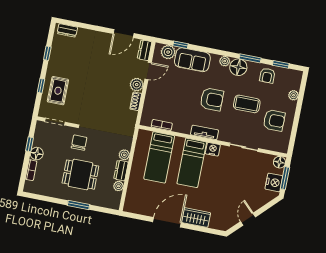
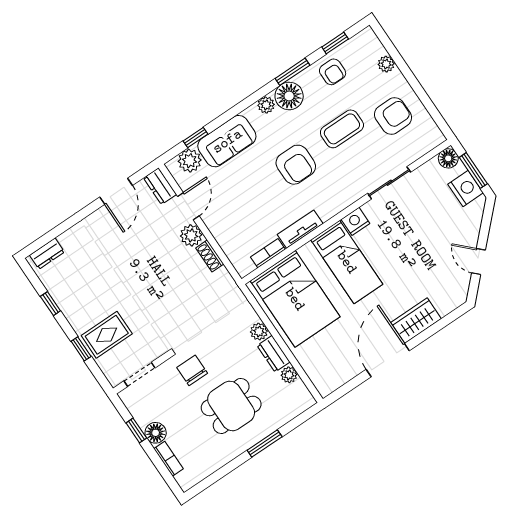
rug: (58, 91) -> (107, 335), turned 90
armchair: (212, 99) -> (296, 165), turned 90
tv unit: (205, 132) -> (300, 229), moved
bed: (159, 157) -> (295, 299), width x1.50

